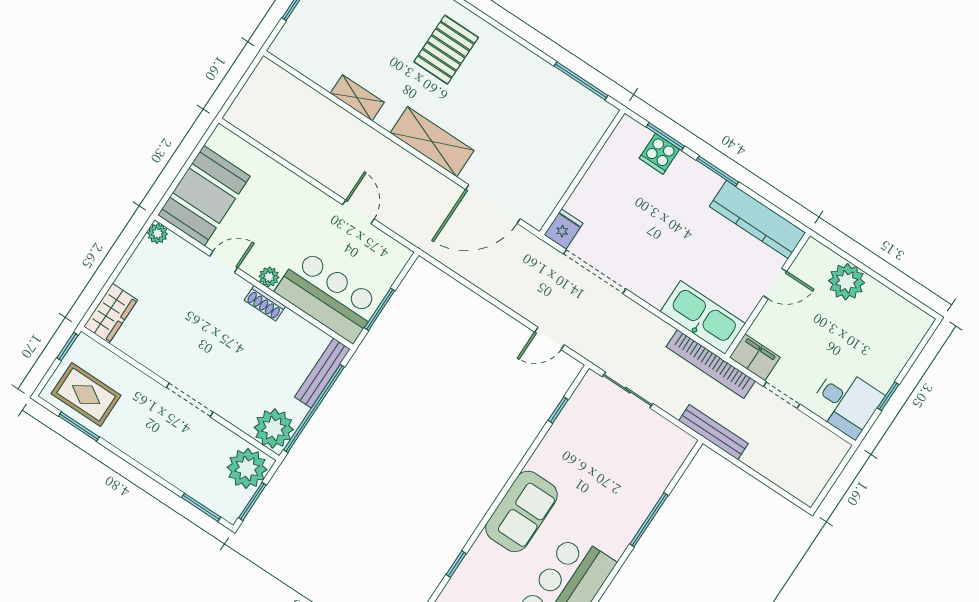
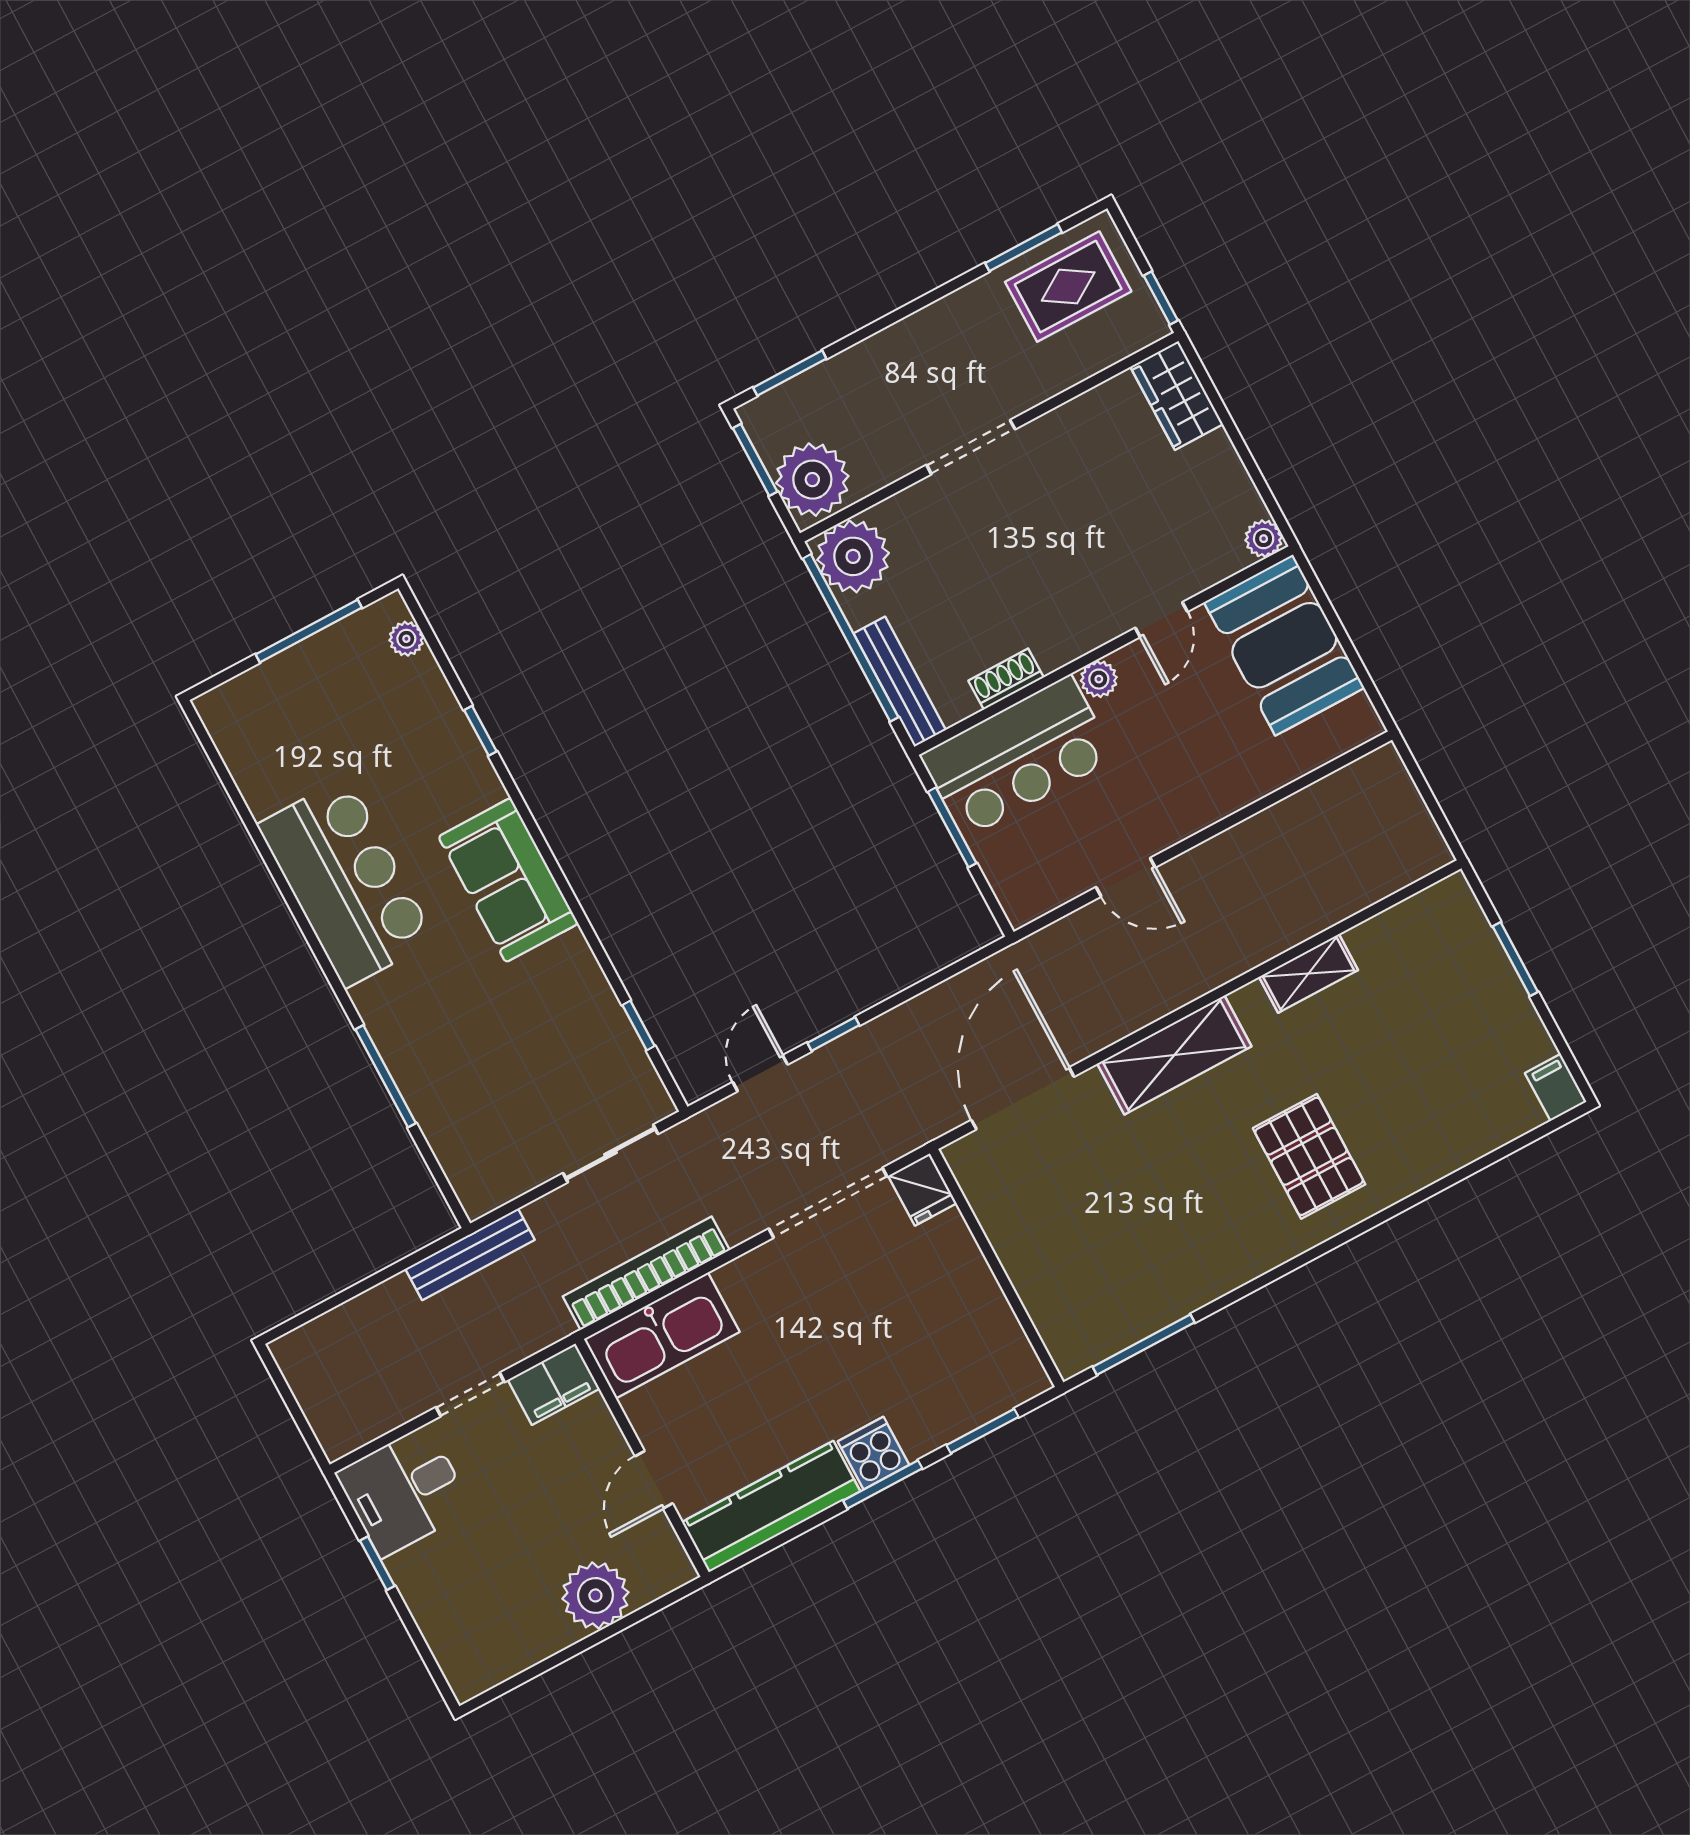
cooker: (659, 154) -> (874, 1453), moved
shoe rack: (265, 303) -> (1006, 679), moved
window: (511, 313) -> (833, 1034), added
bookcase: (711, 364) -> (646, 1273), moved

